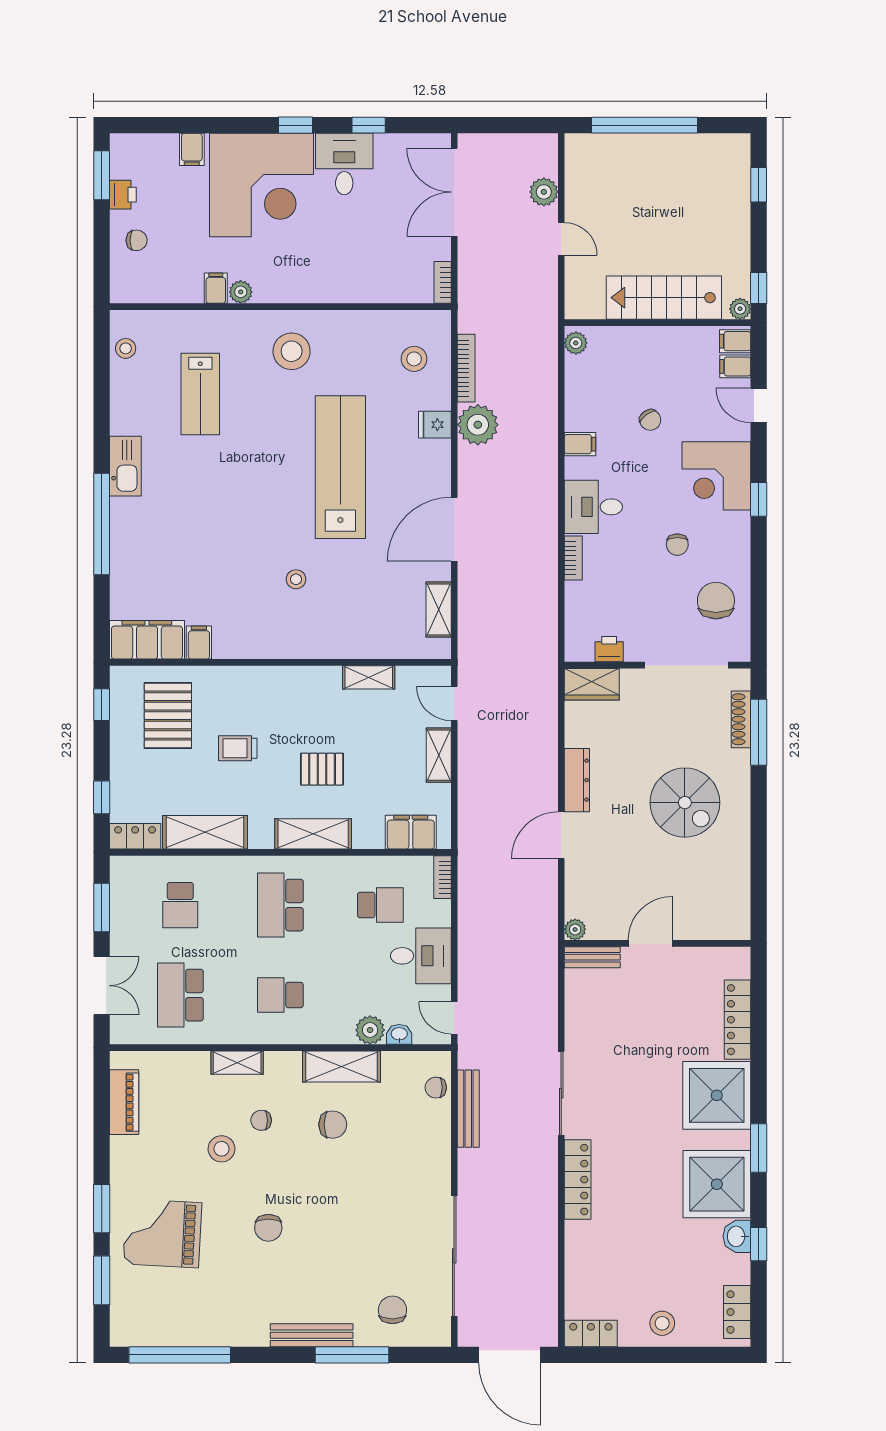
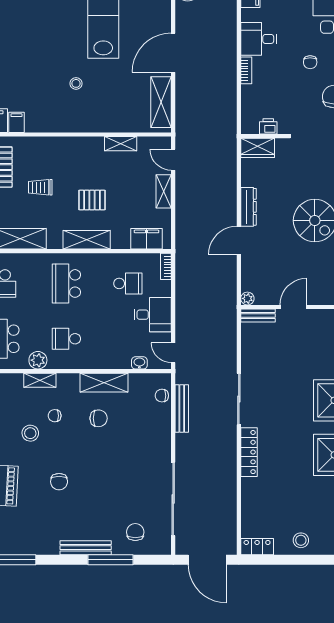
shelving: (439, 609) -> (161, 102), width x1.50, depth x1.33
plant: (370, 1030) -> (38, 360), moved

